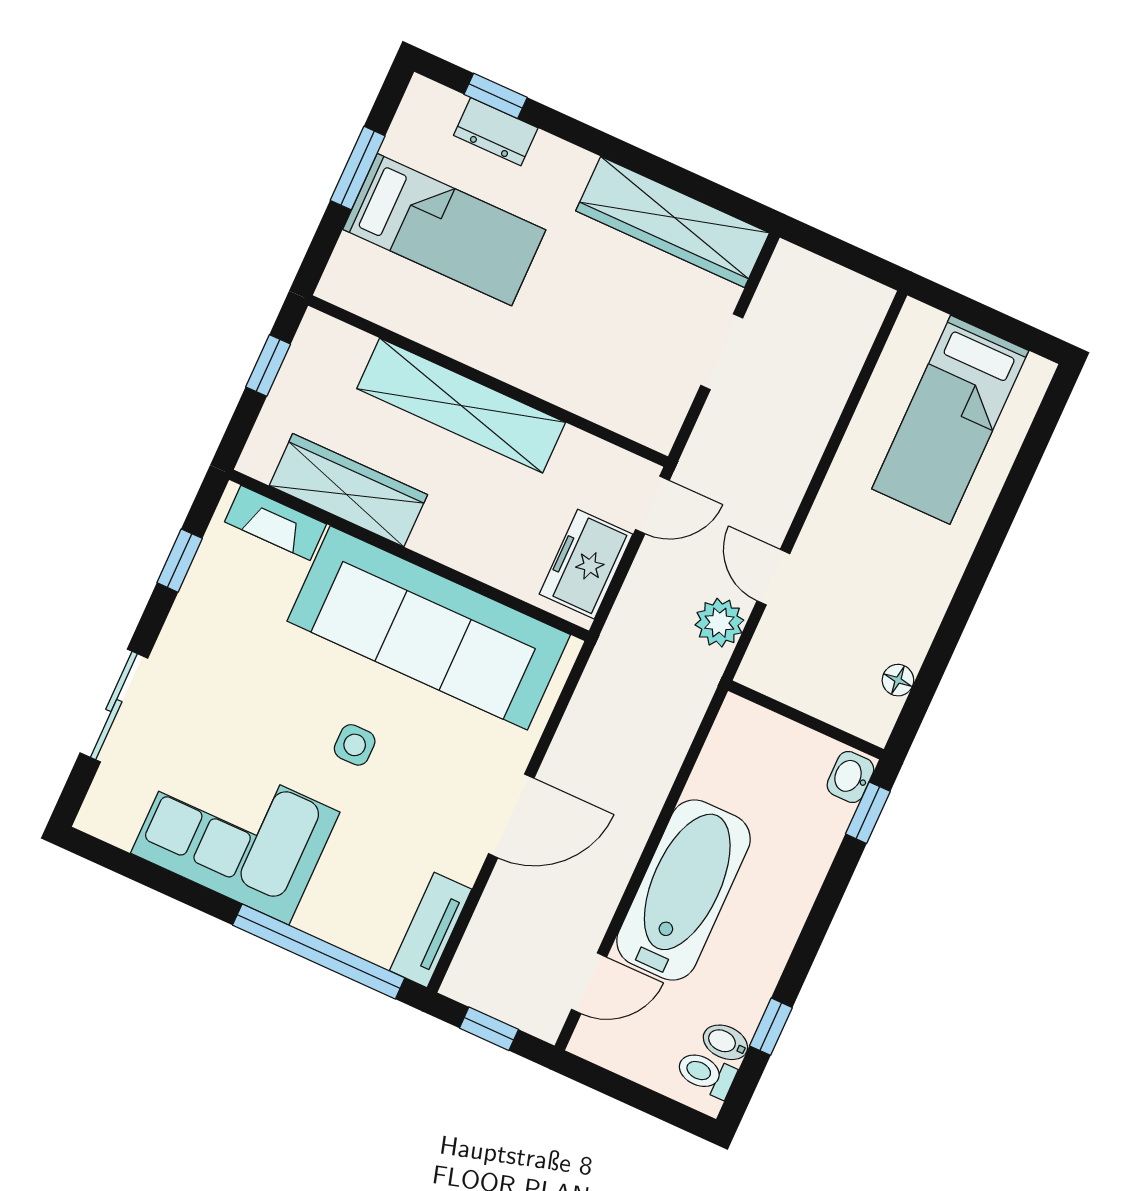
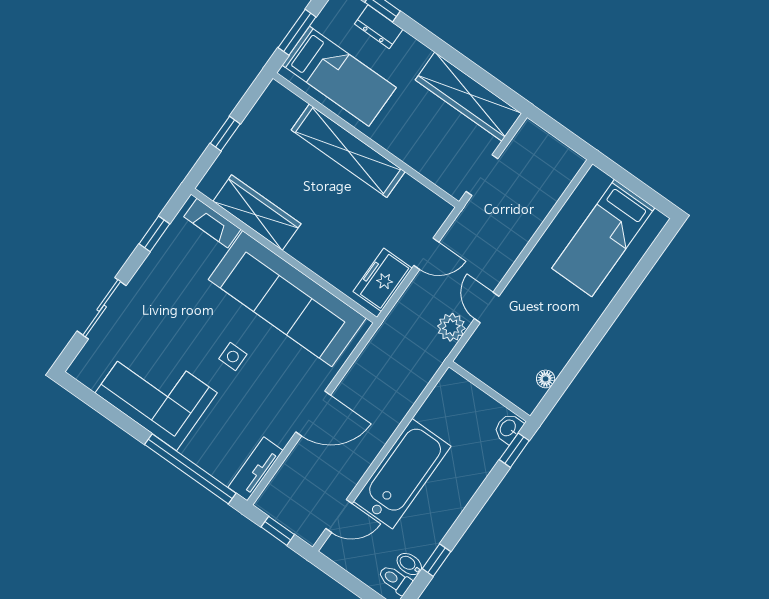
wall: (488, 381) -> (366, 140), moved
shelving: (461, 405) -> (348, 151), moved

